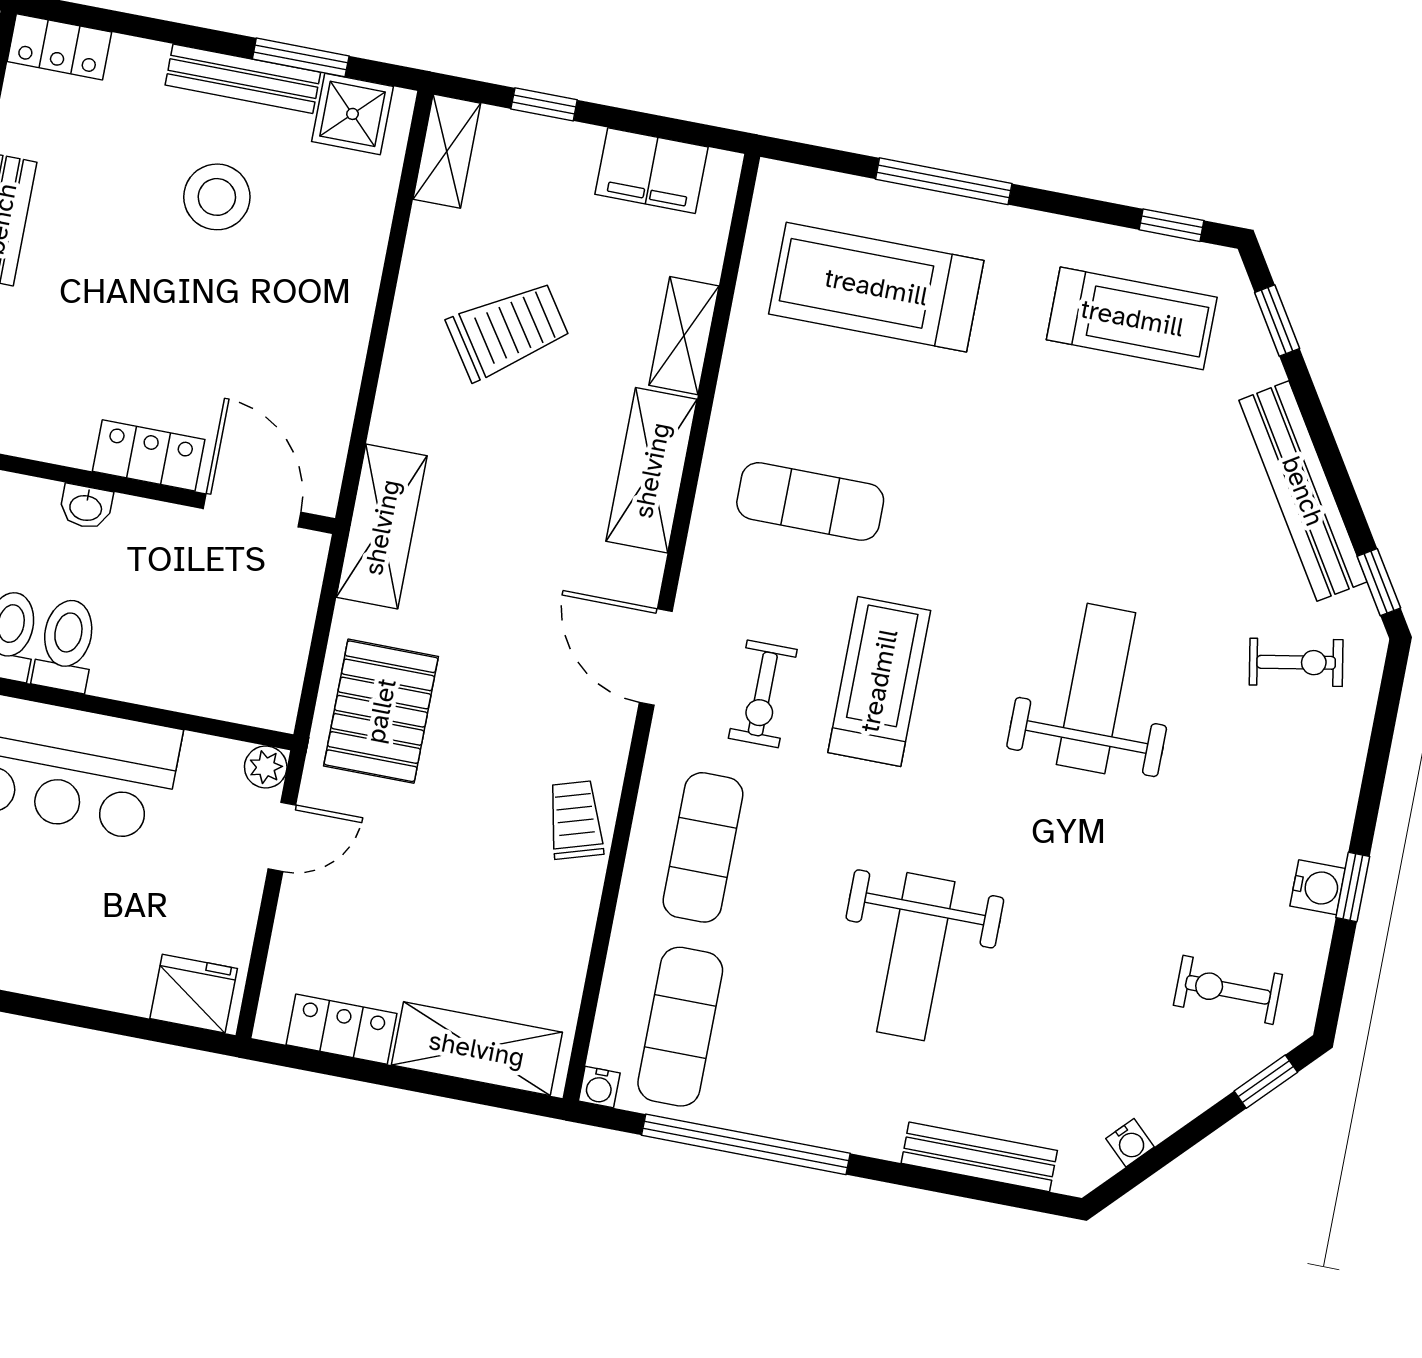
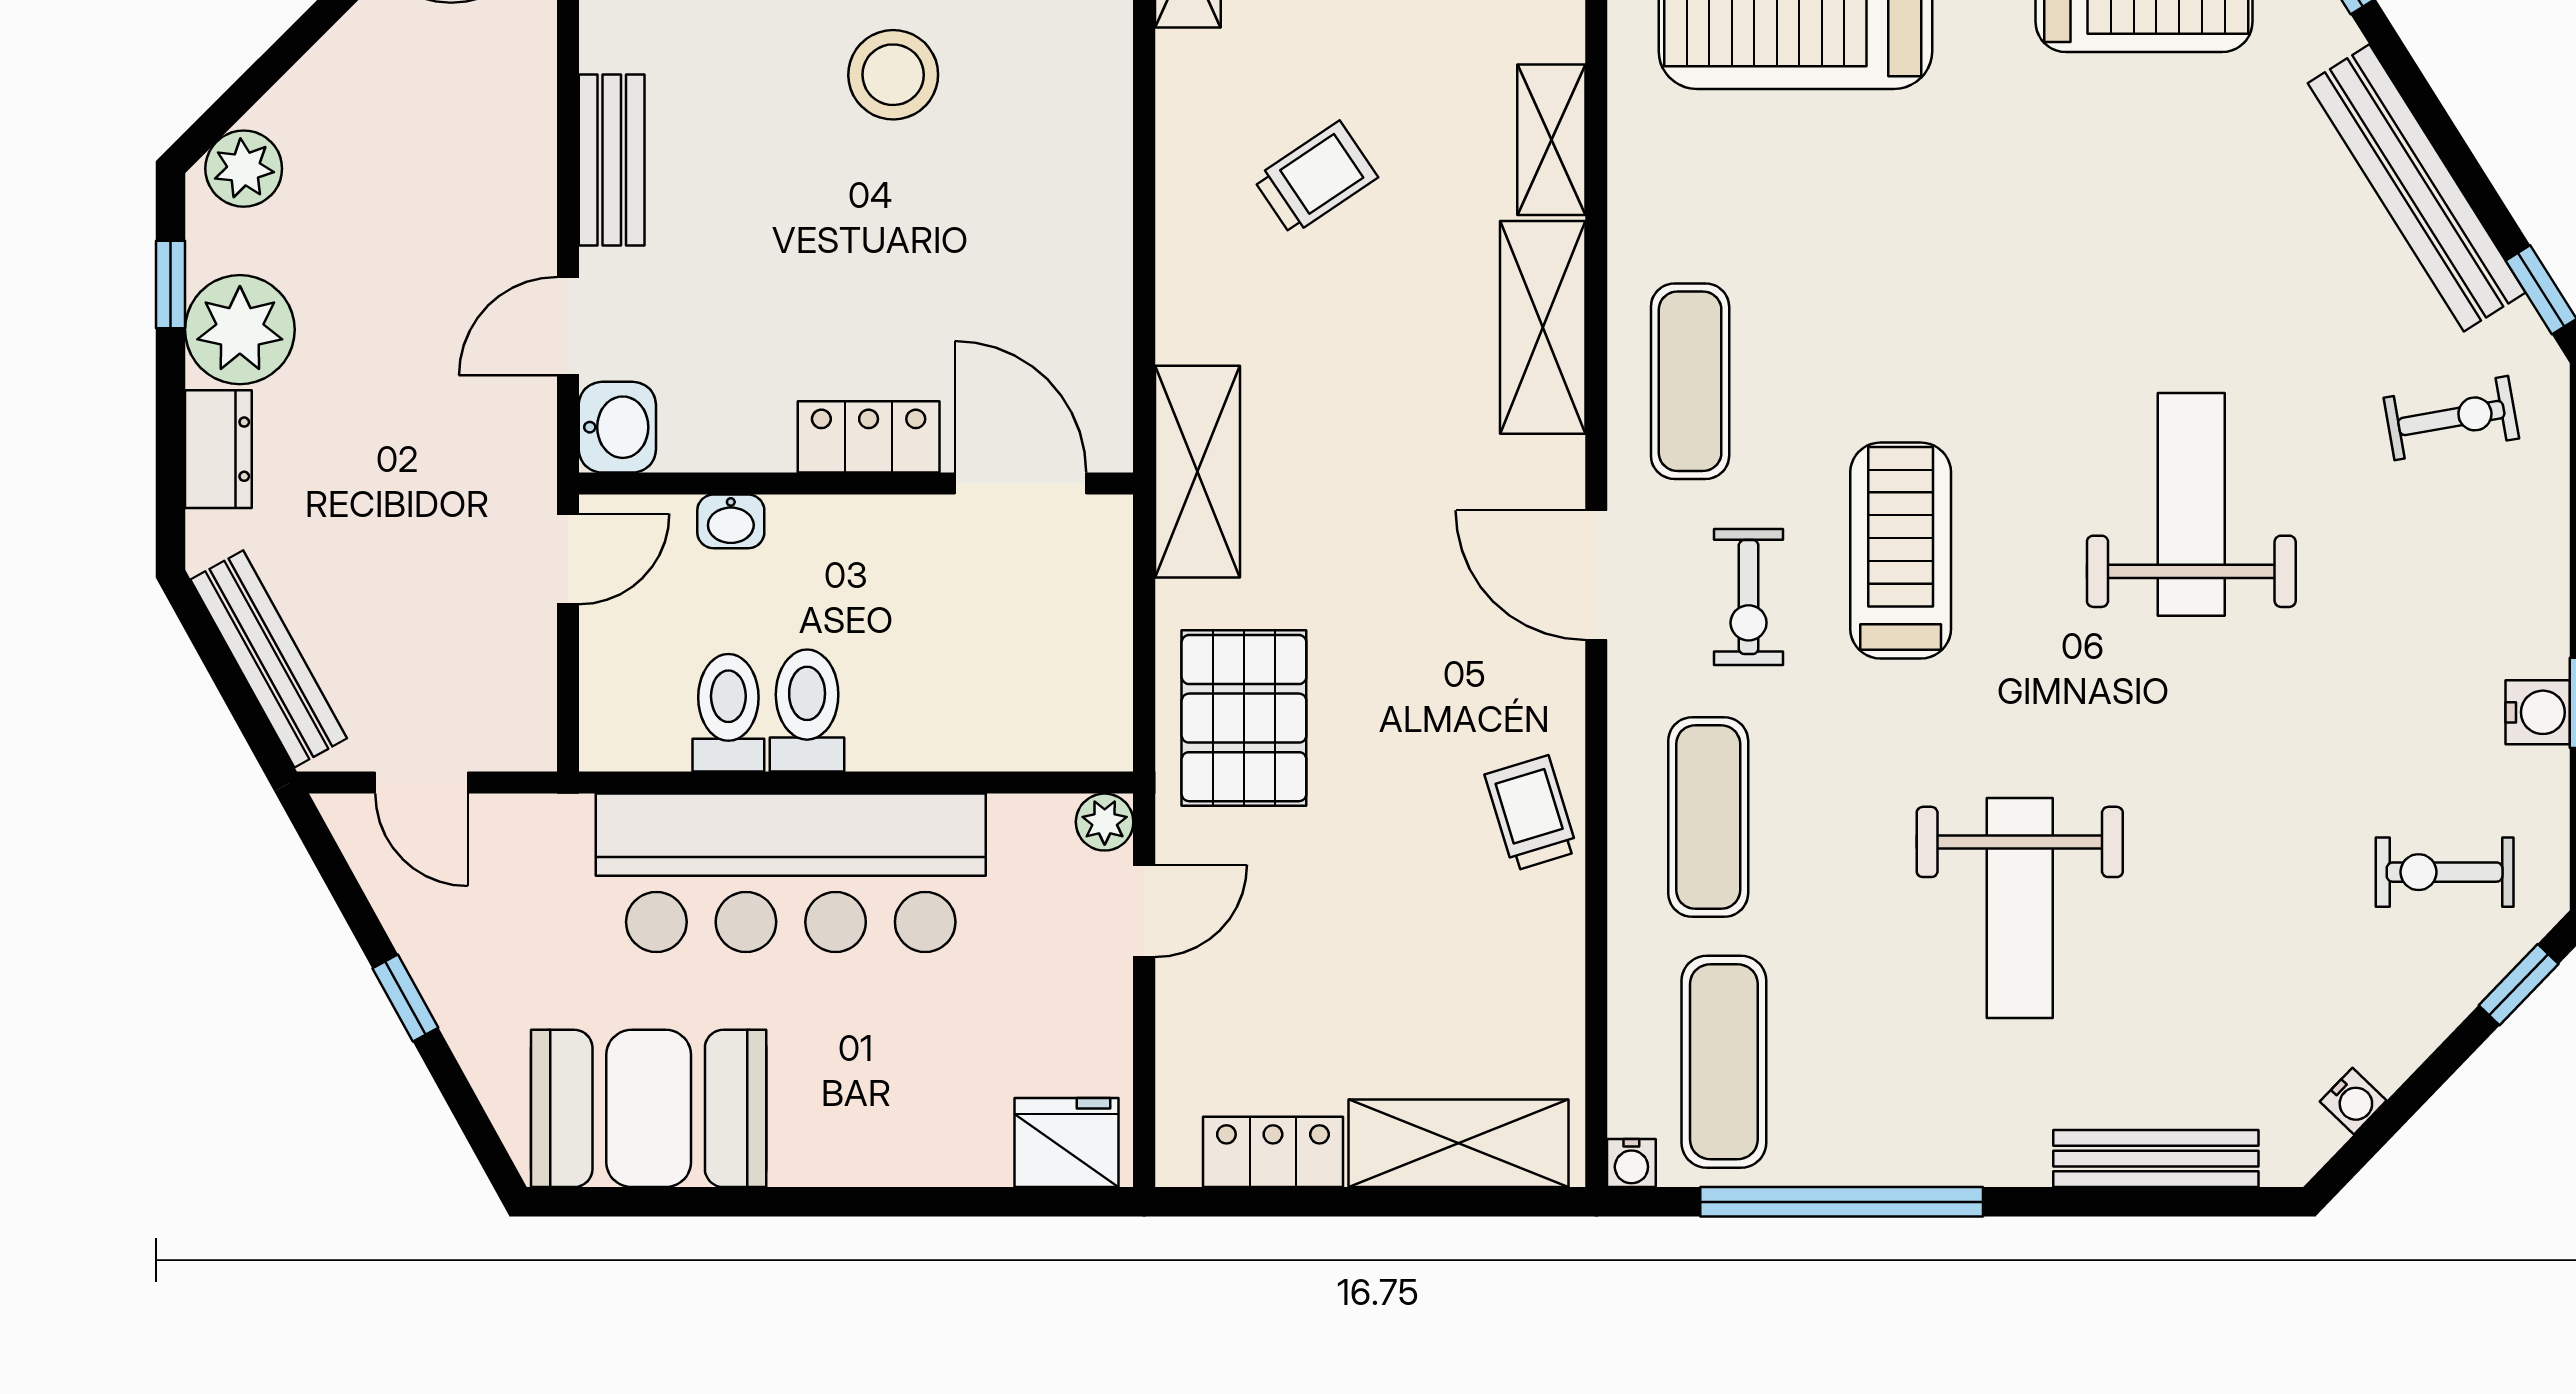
trolley: (508, 331) -> (1316, 178), width x0.73, depth x0.72
exercise mat: (810, 501) -> (1690, 381), moved, turned 90
washbasin: (86, 507) -> (731, 521), moved

